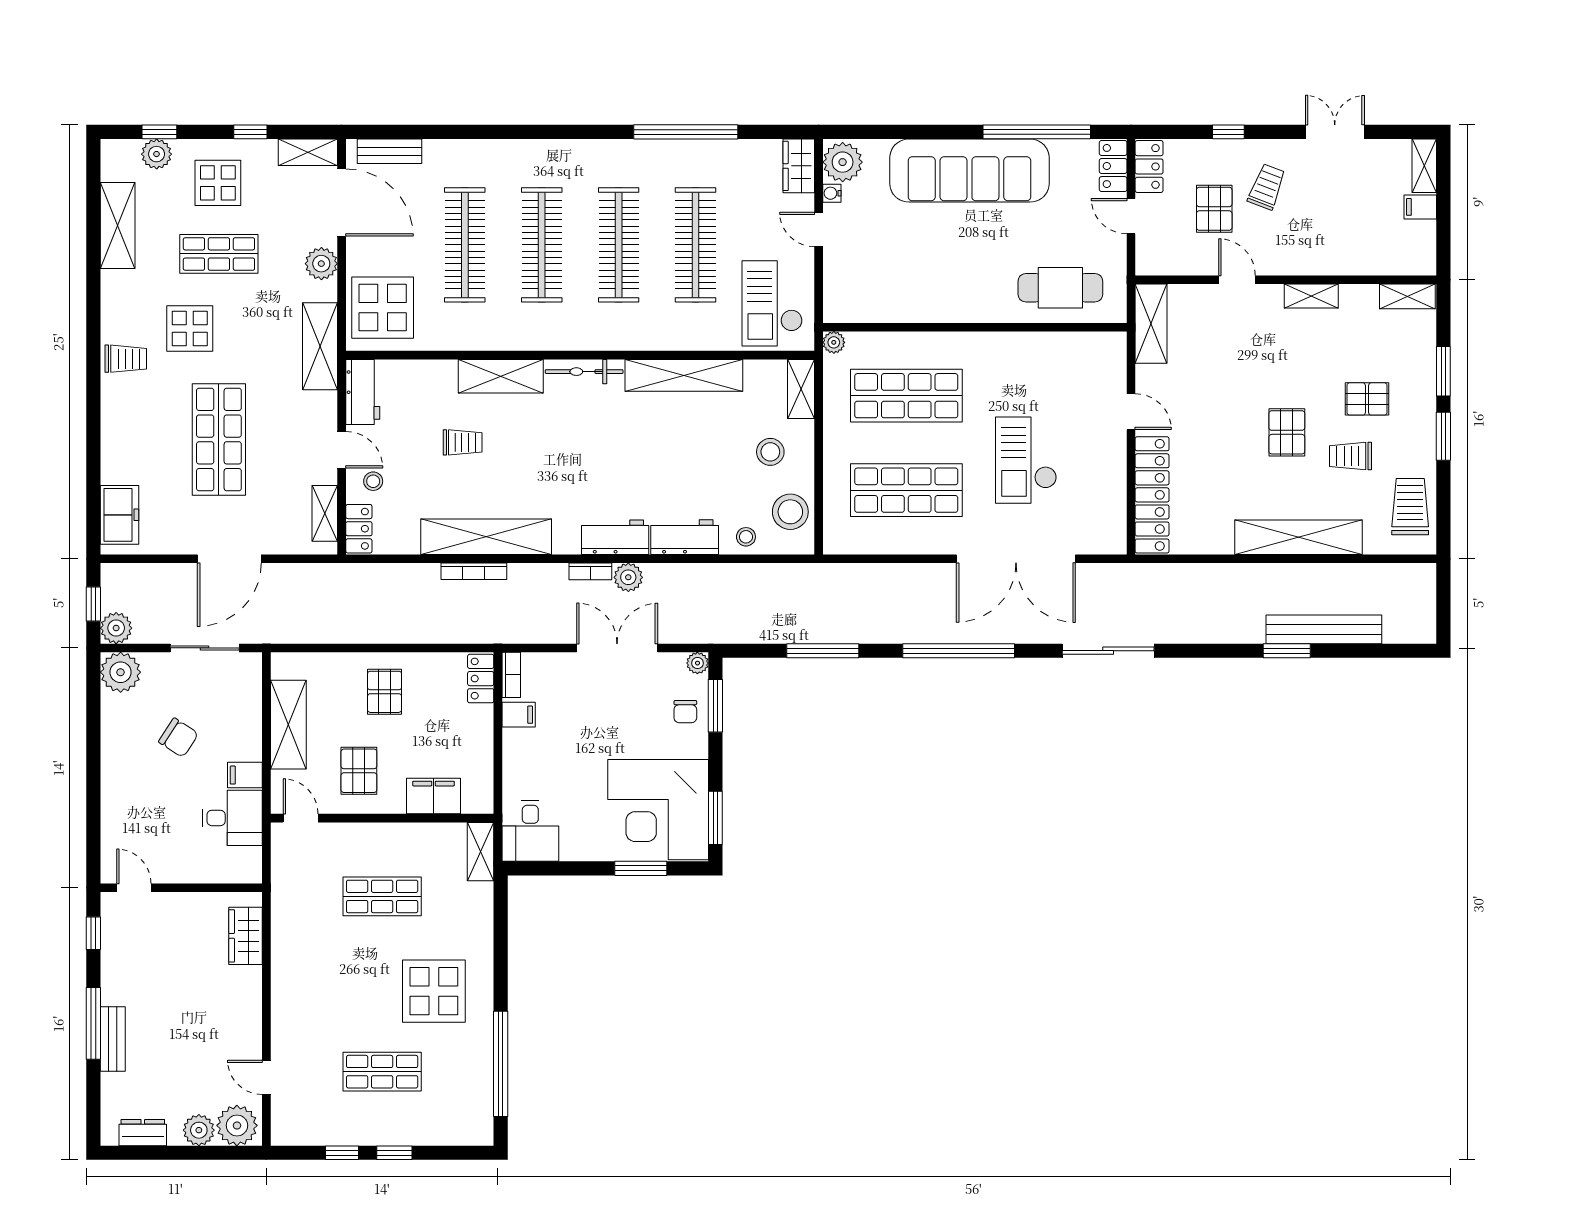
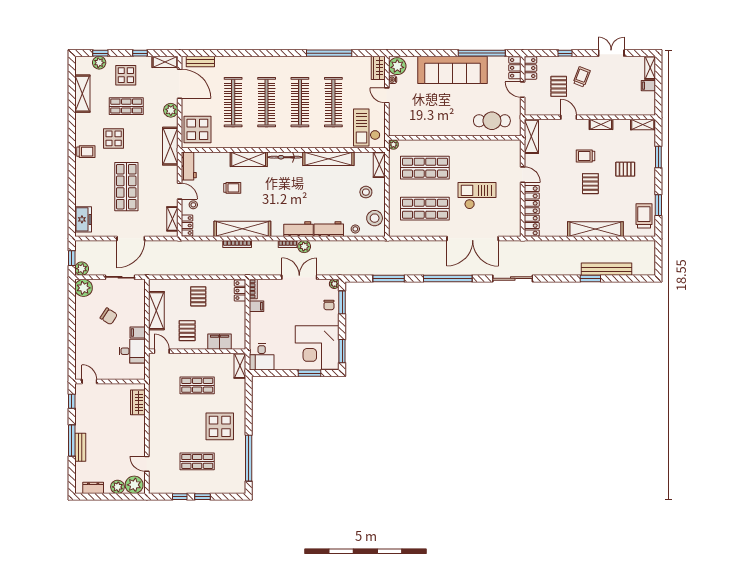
window: (1443, 436) -> (658, 205), moved
trolley: (1351, 456) -> (585, 156), moved
checkout: (1026, 460) -> (477, 196), turned 90

